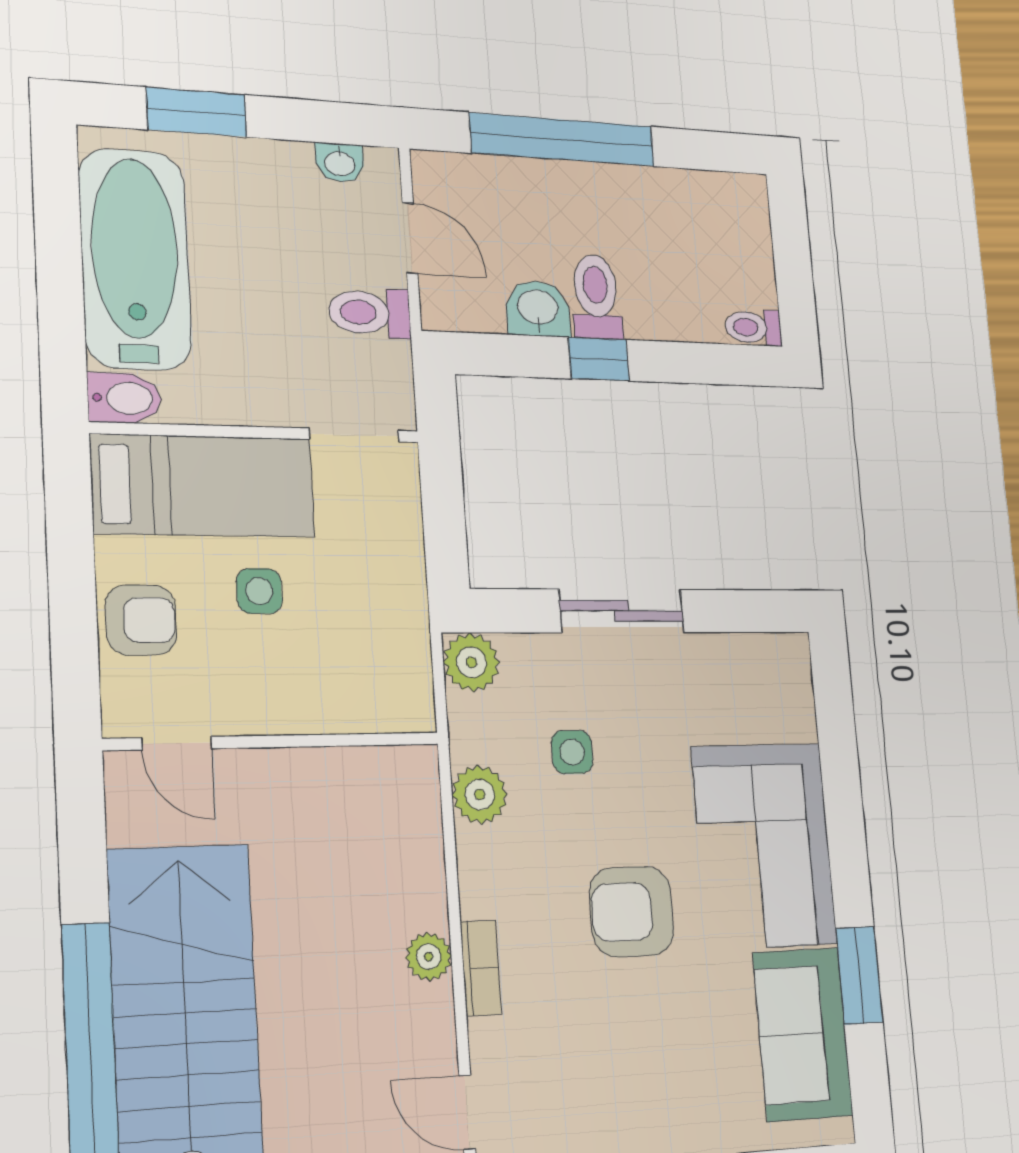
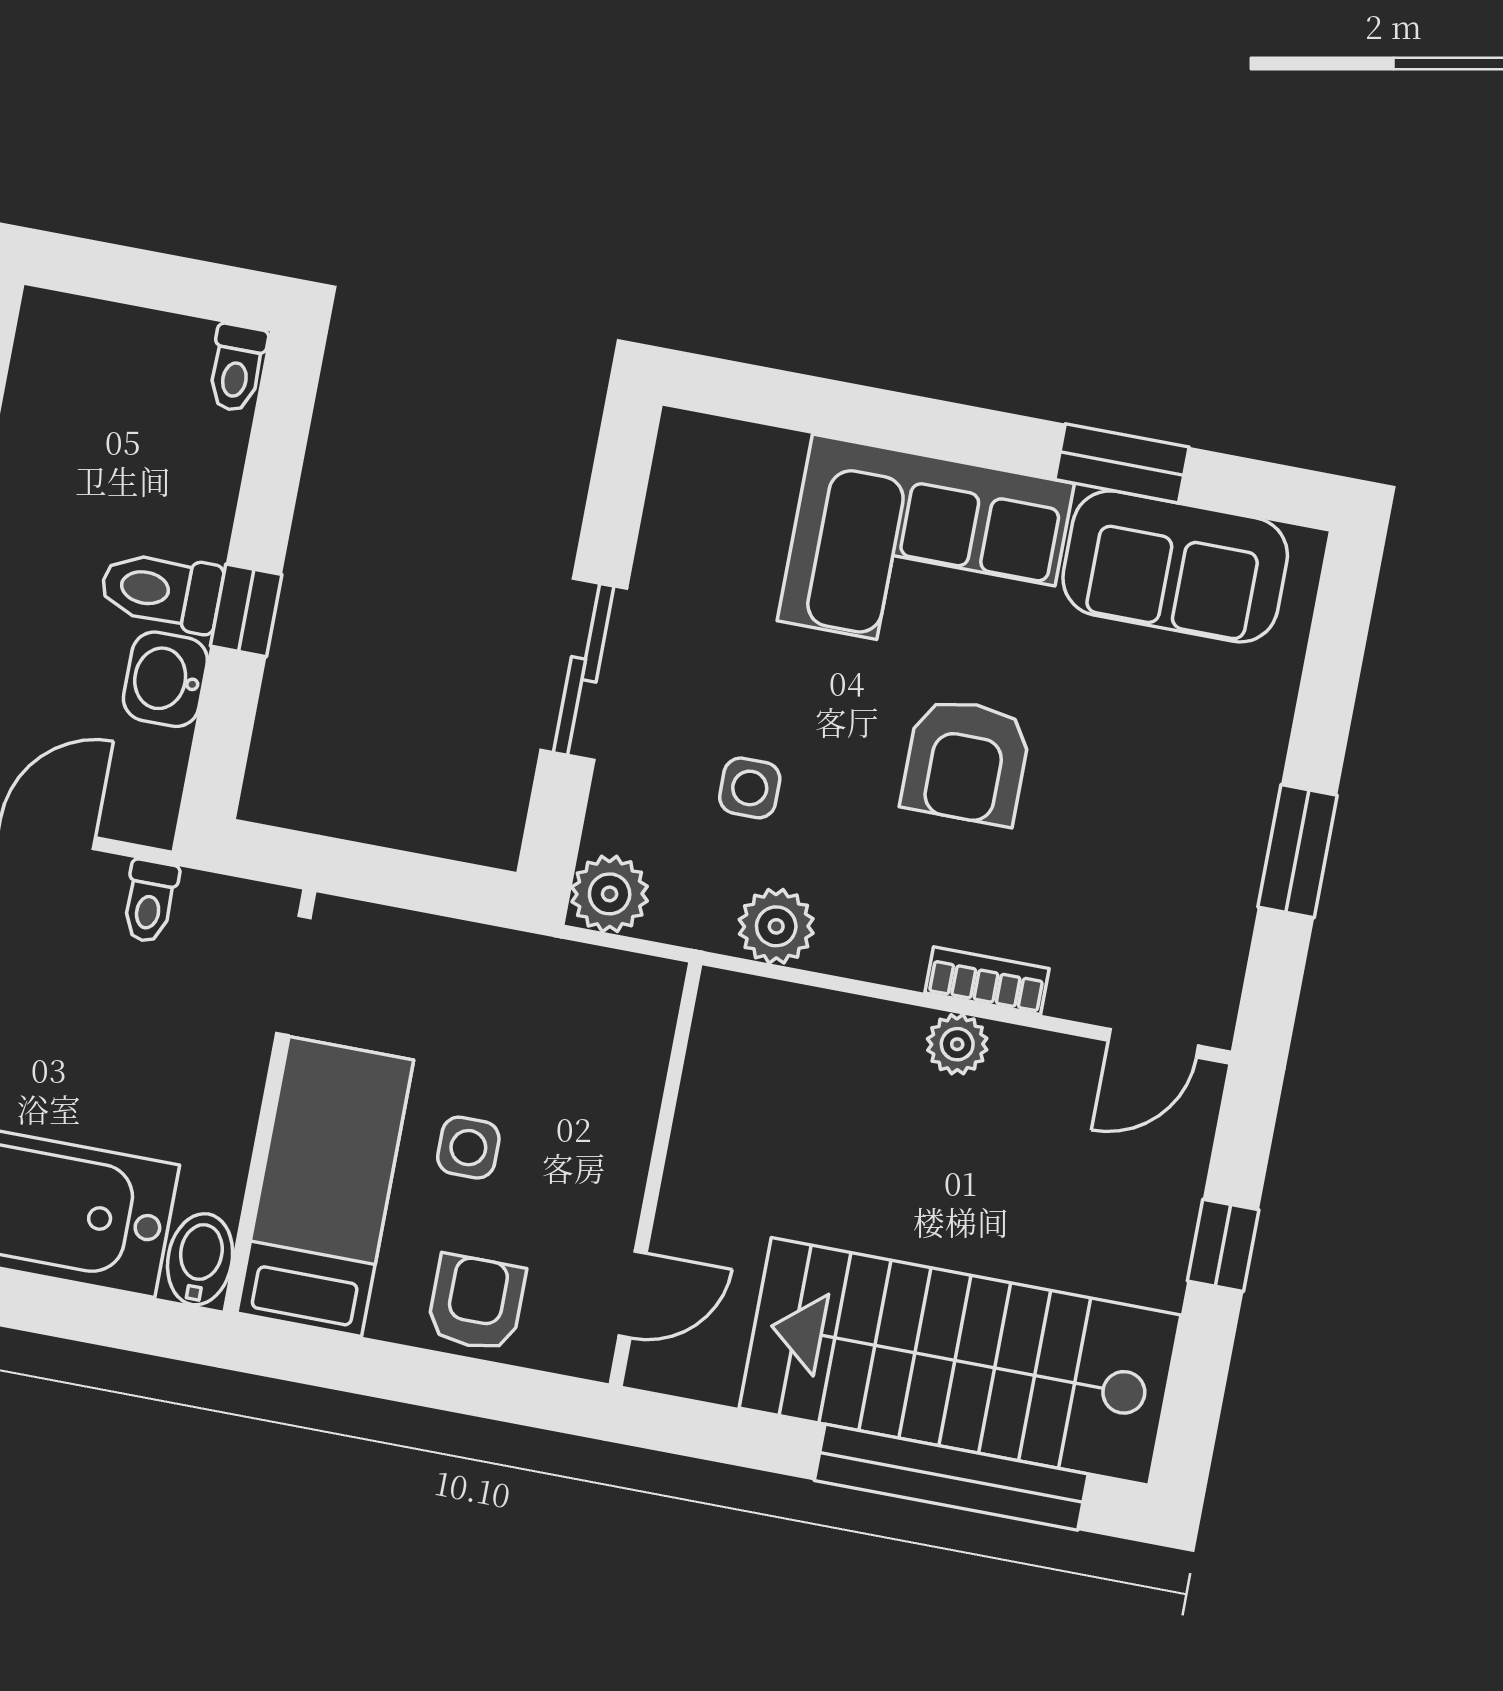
toilet: (370, 313) -> (150, 901), width x0.73, depth x0.72

